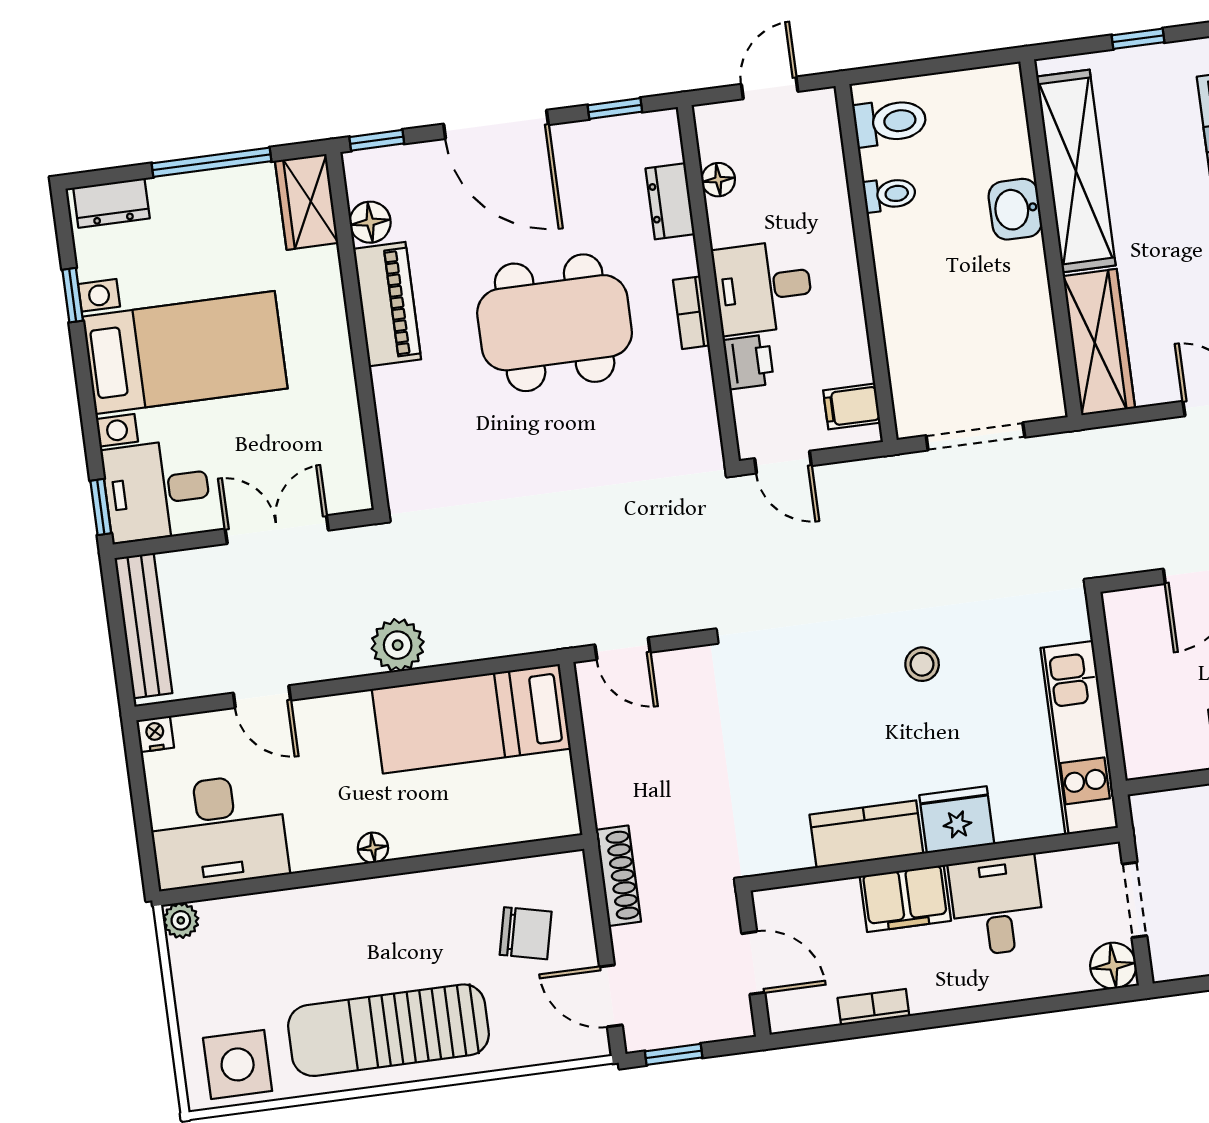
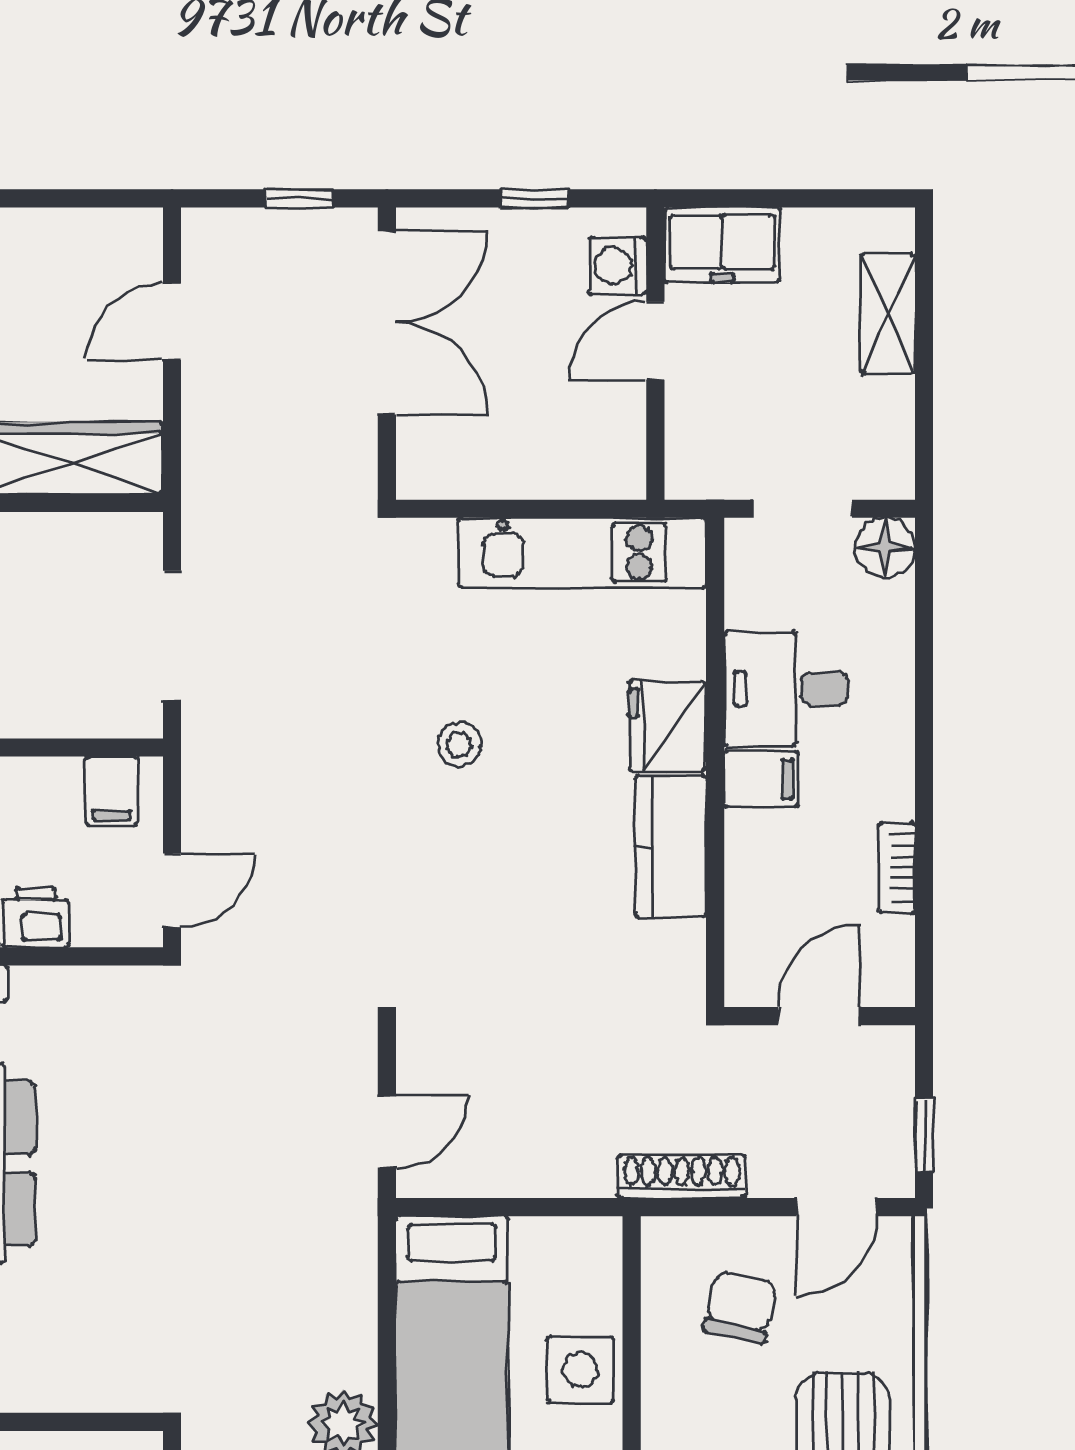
side table: (462, 819) -> (580, 1370), added
filing cabinet: (905, 898) -> (761, 779), width x0.50

